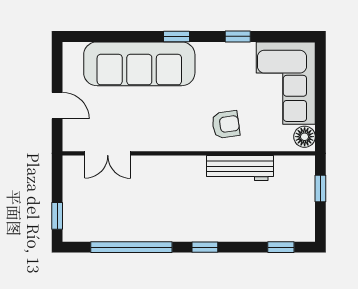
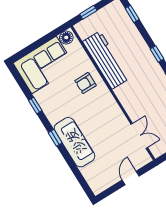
sofa: (139, 64) -> (75, 142), width x0.74, depth x0.79
armchair: (226, 124) -> (86, 83), turned -82
workbench: (240, 168) -> (106, 60), width x1.36, depth x1.32

